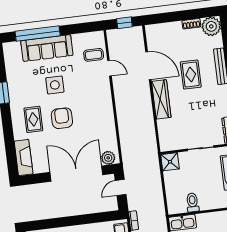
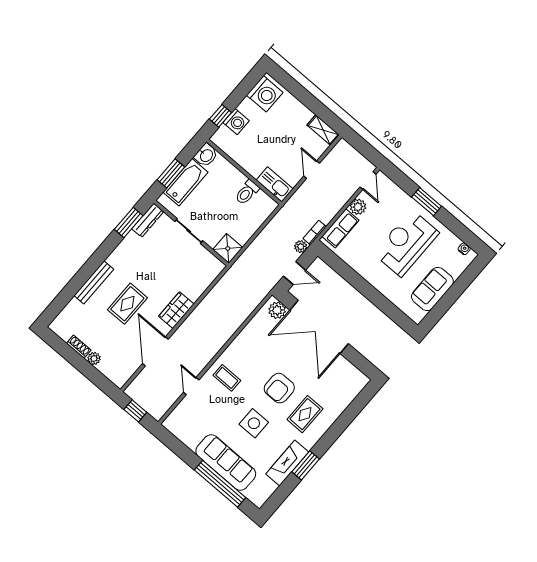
plant: (211, 26) -> (94, 359), moved, width x0.53, depth x0.53
coffee table: (94, 55) -> (227, 378), moved
wardrobe: (161, 99) -> (176, 310), width x0.67
fireplace: (24, 157) -> (287, 463), moved
plant: (133, 205) -> (301, 247), added

